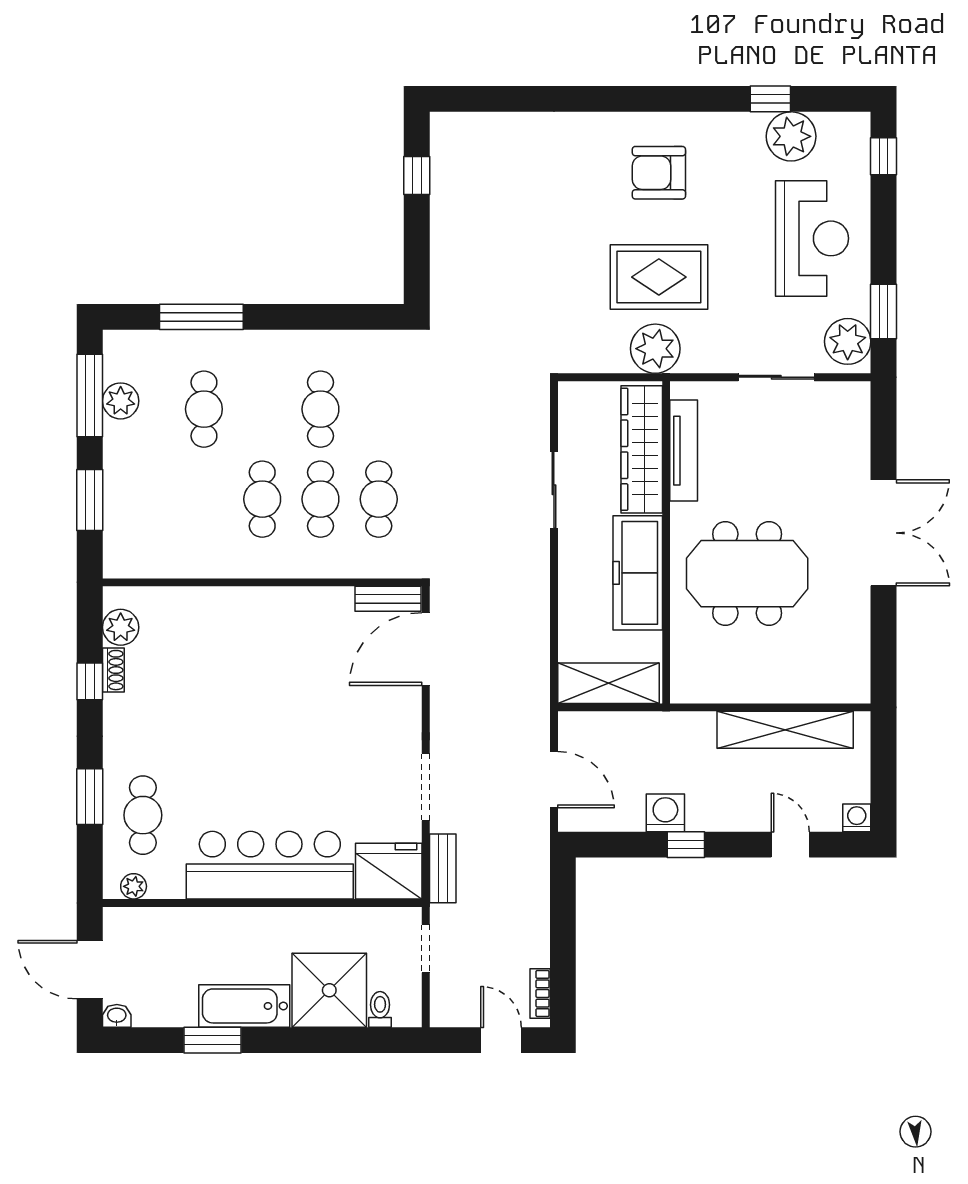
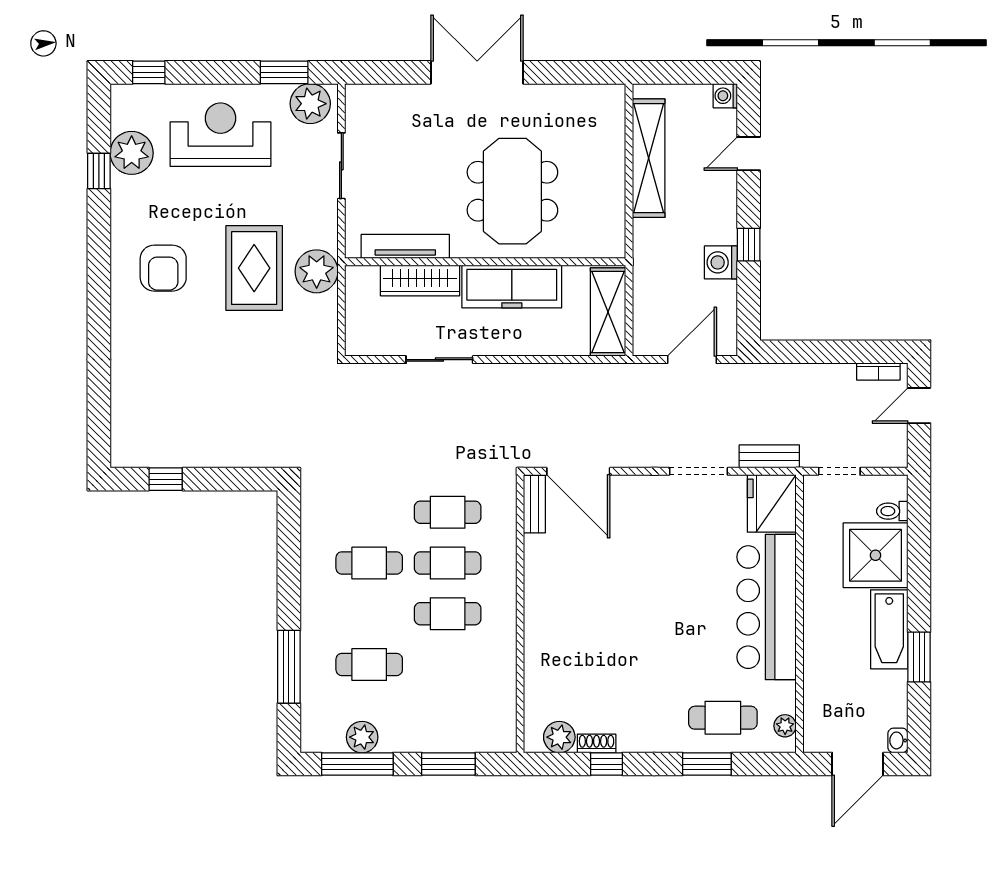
wardrobe: (642, 449) -> (420, 280), width x0.71, depth x0.85

